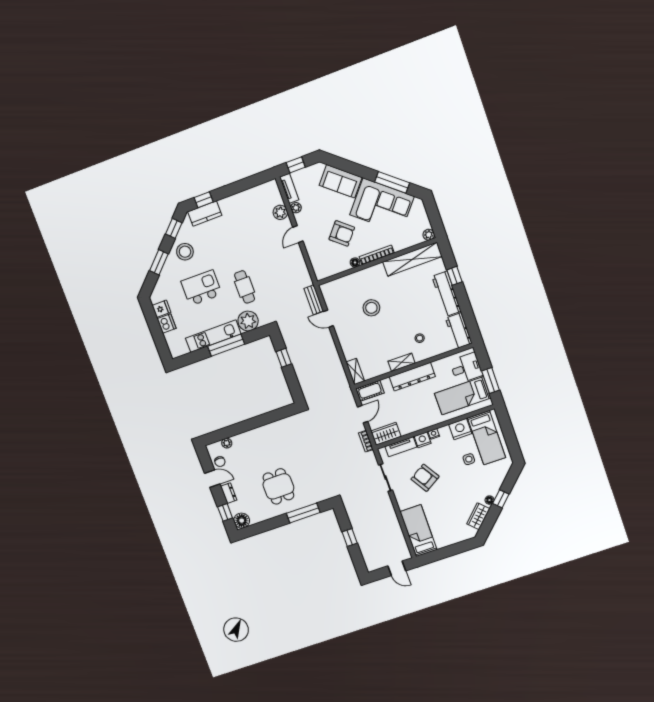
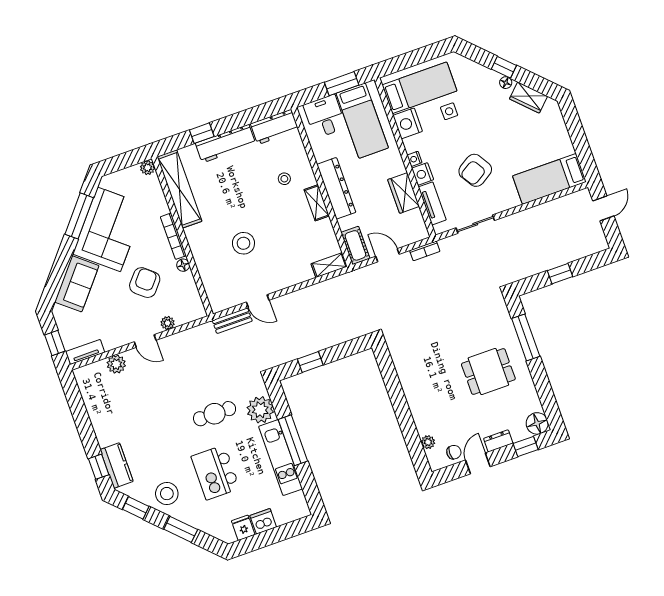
plant: (296, 208) -> (168, 323), moved
door: (328, 319) -> (258, 301), hinge flipped
wardrobe: (386, 434) -> (404, 193), moved

